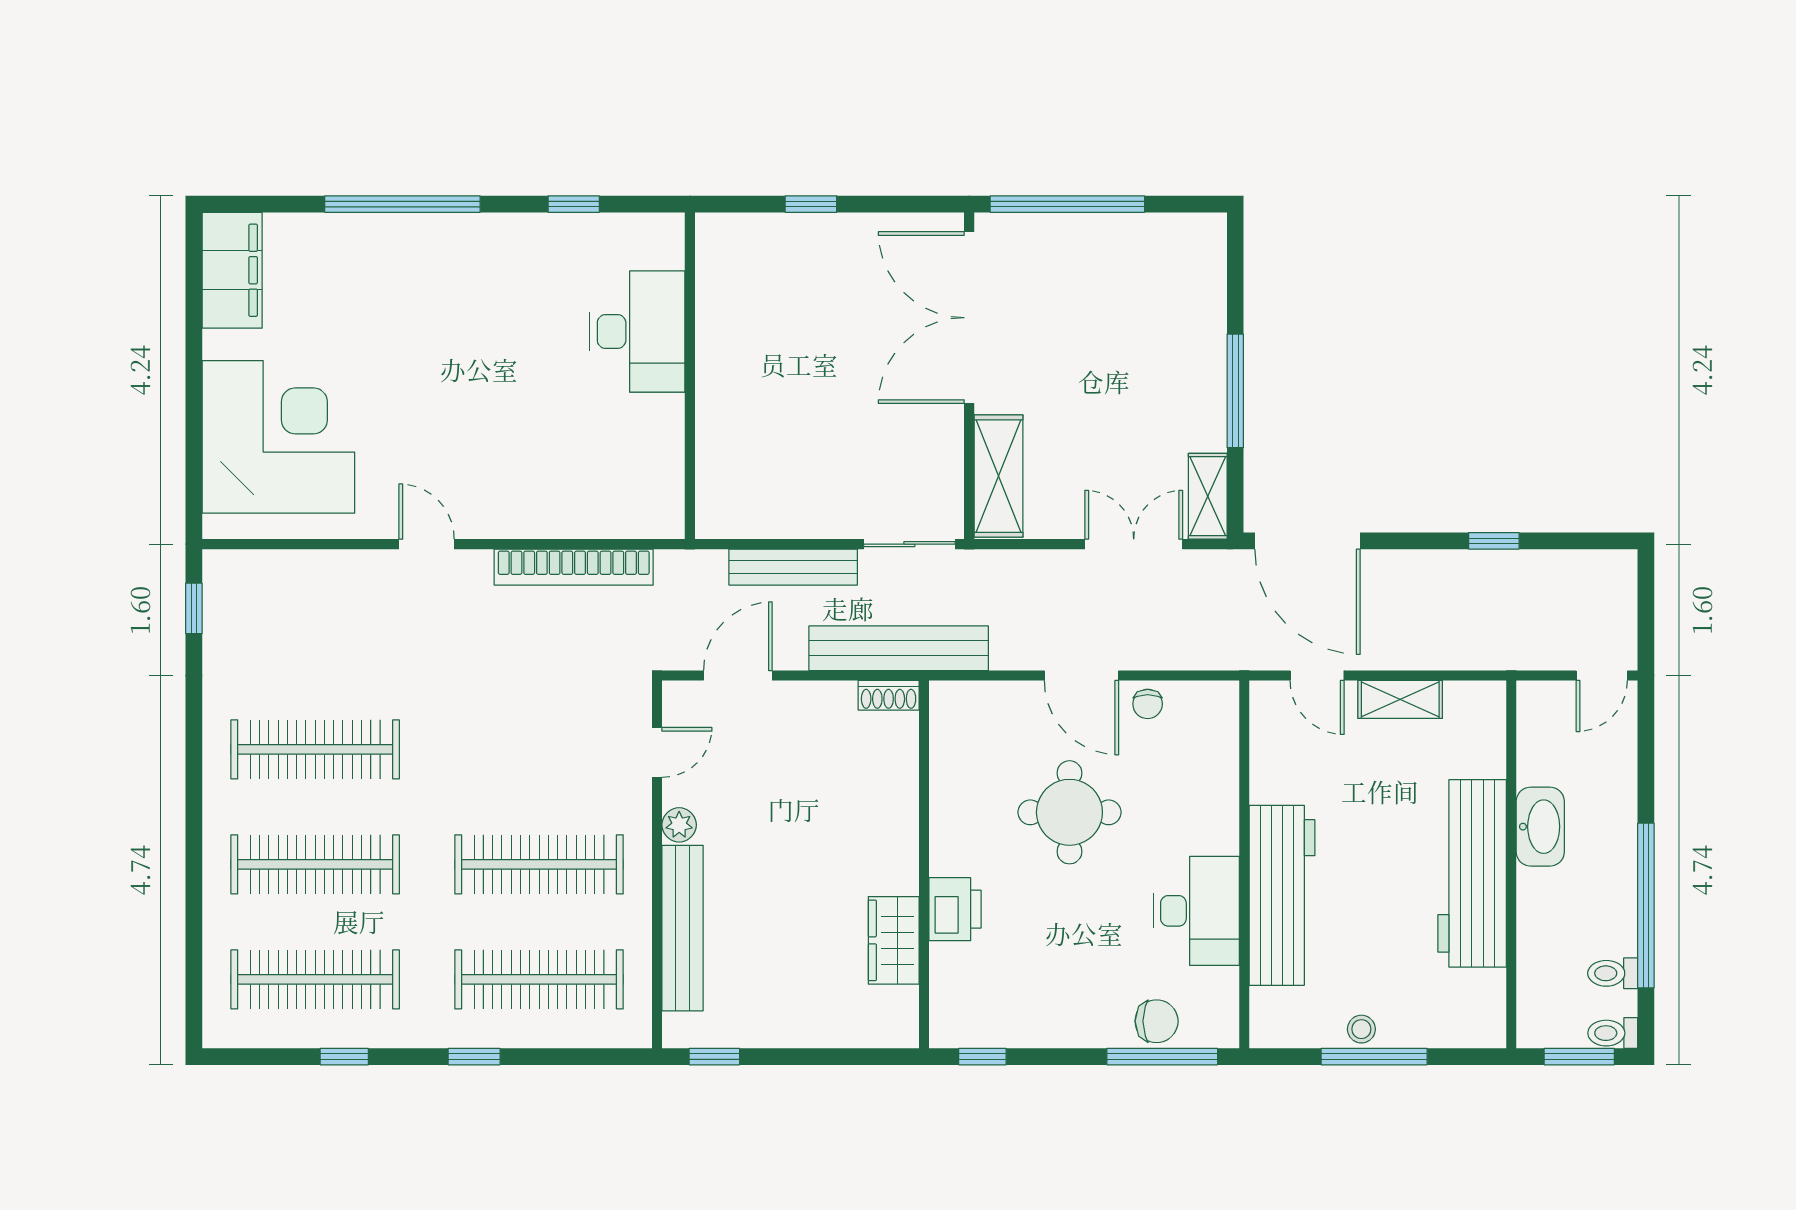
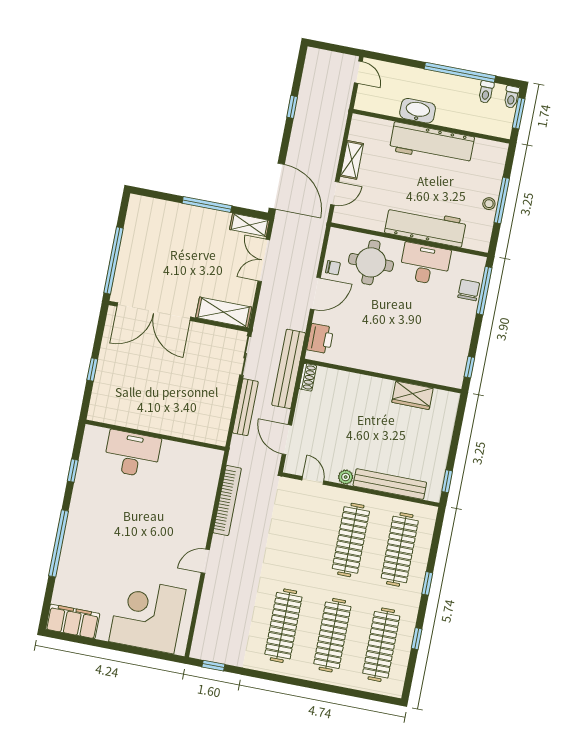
door: (1307, 541) -> (277, 186), hinge flipped
round table: (1069, 812) -> (371, 262), moved
printer: (955, 909) -> (320, 339), moved, turned 90

